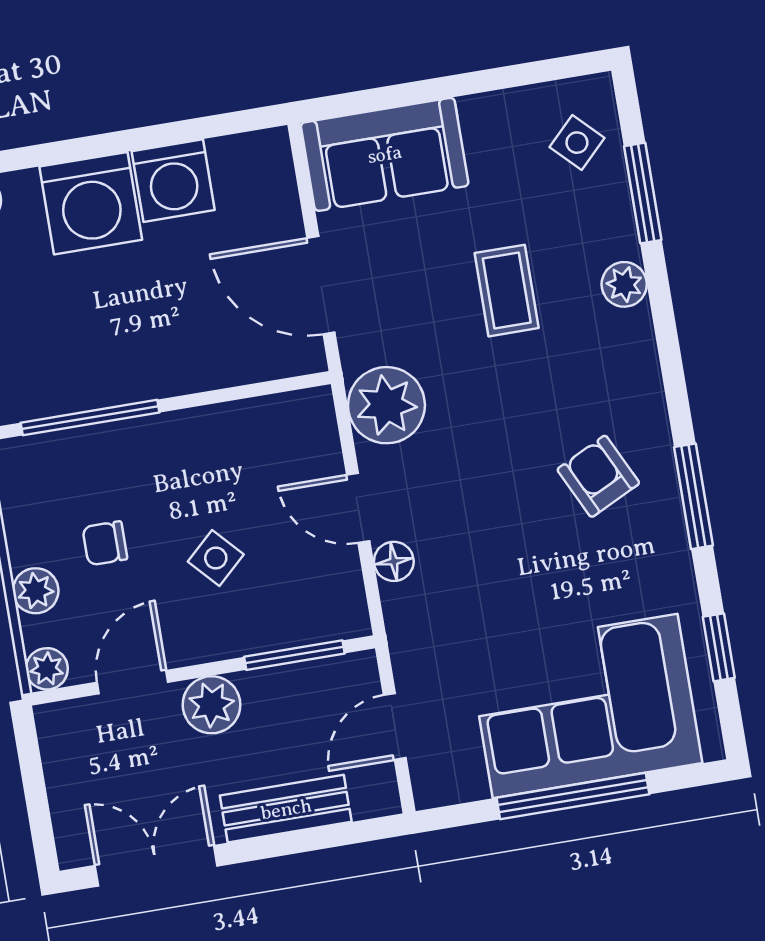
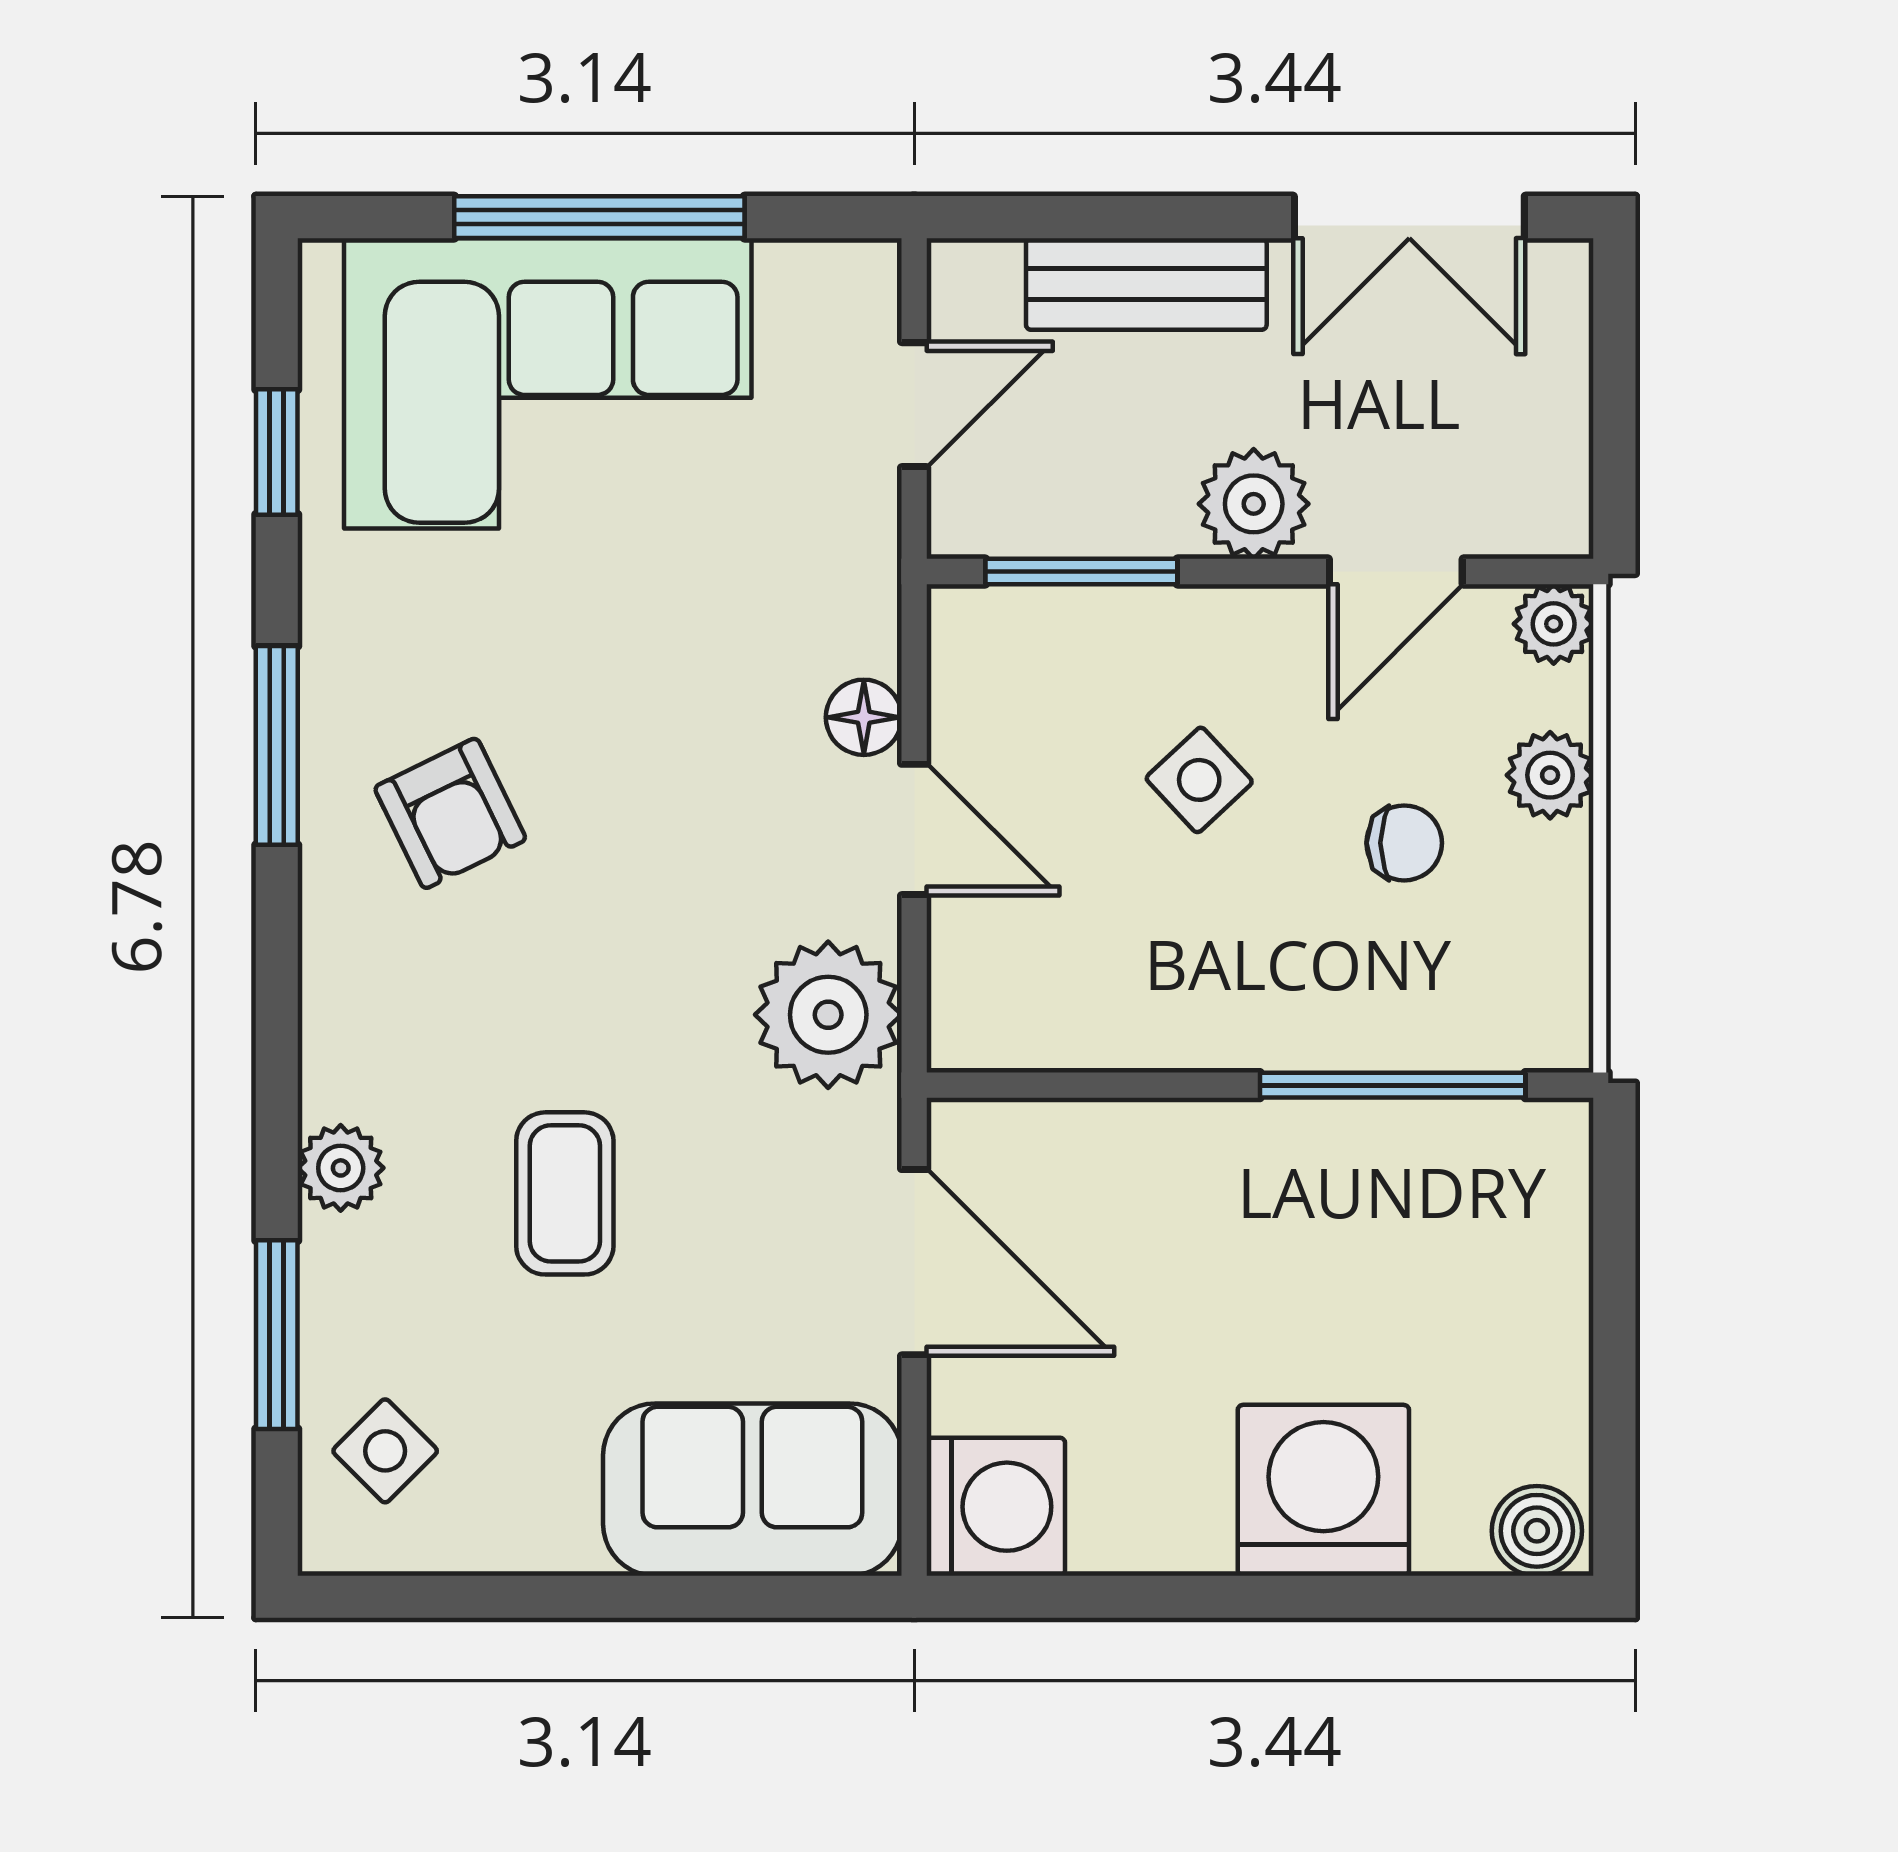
washing machine: (173, 181) -> (996, 1507), moved, turned 90

